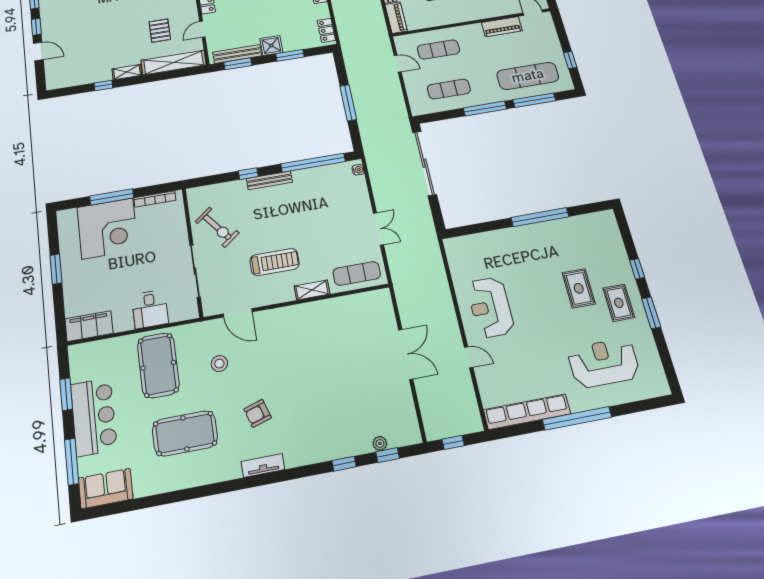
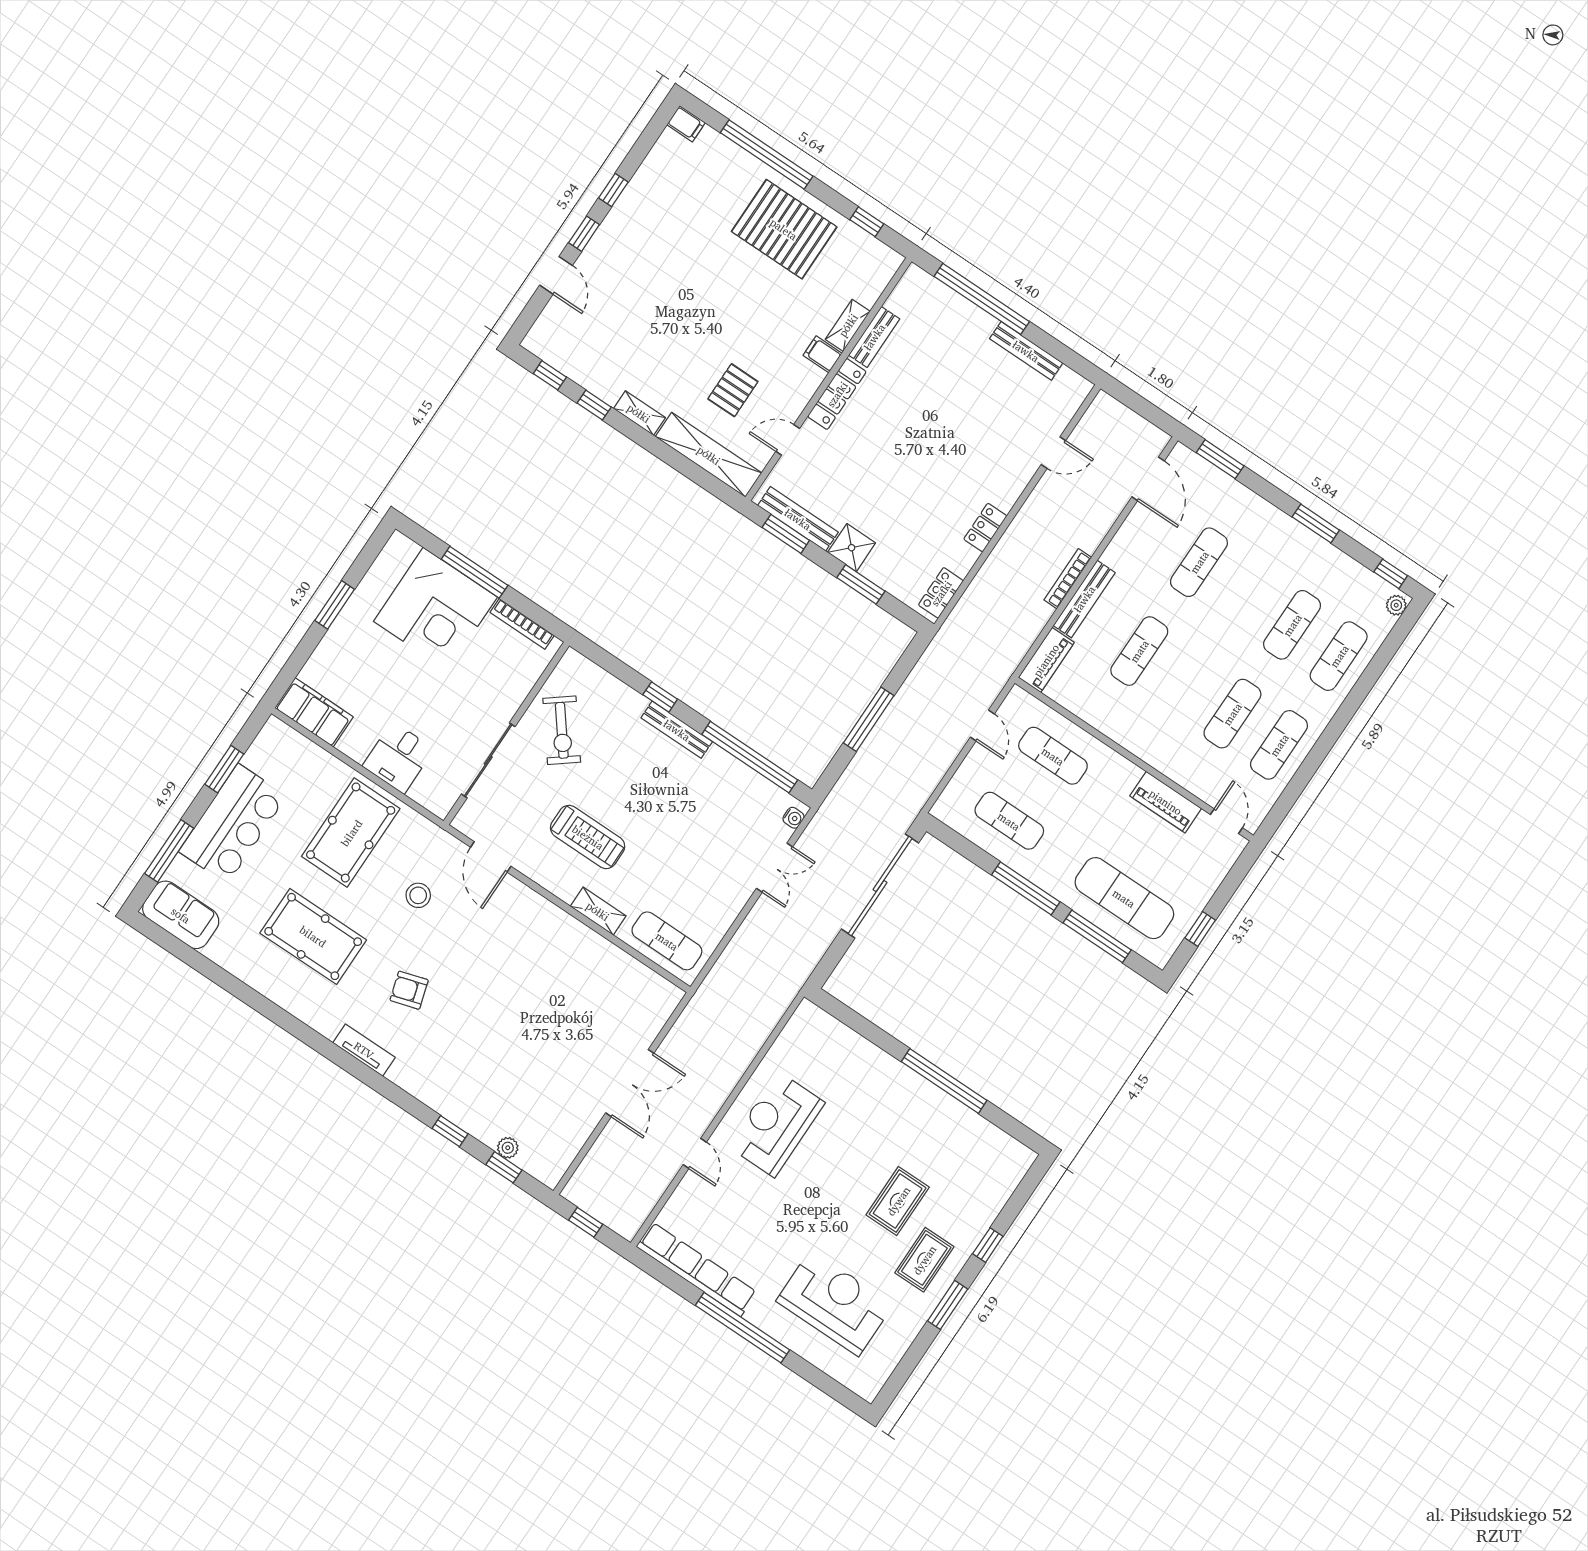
window: (72, 91) -> (550, 375), added
double door: (378, 229) -> (775, 868), moved

